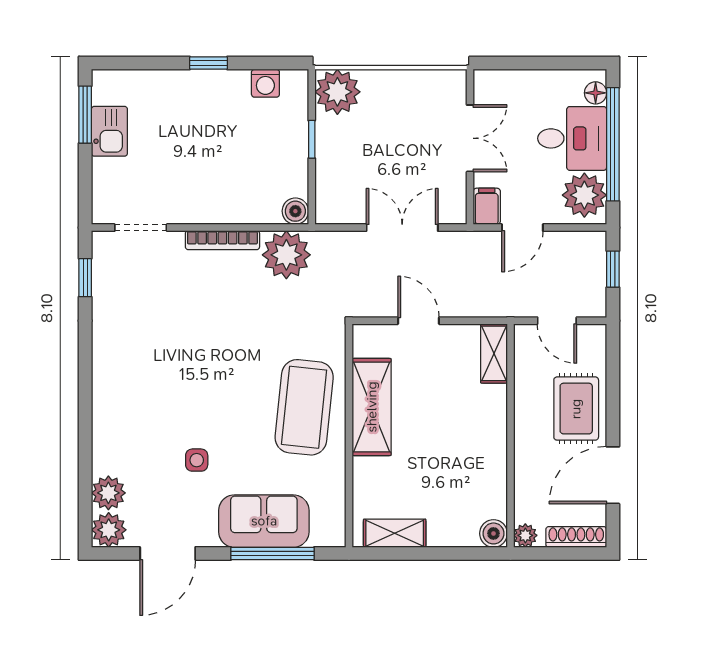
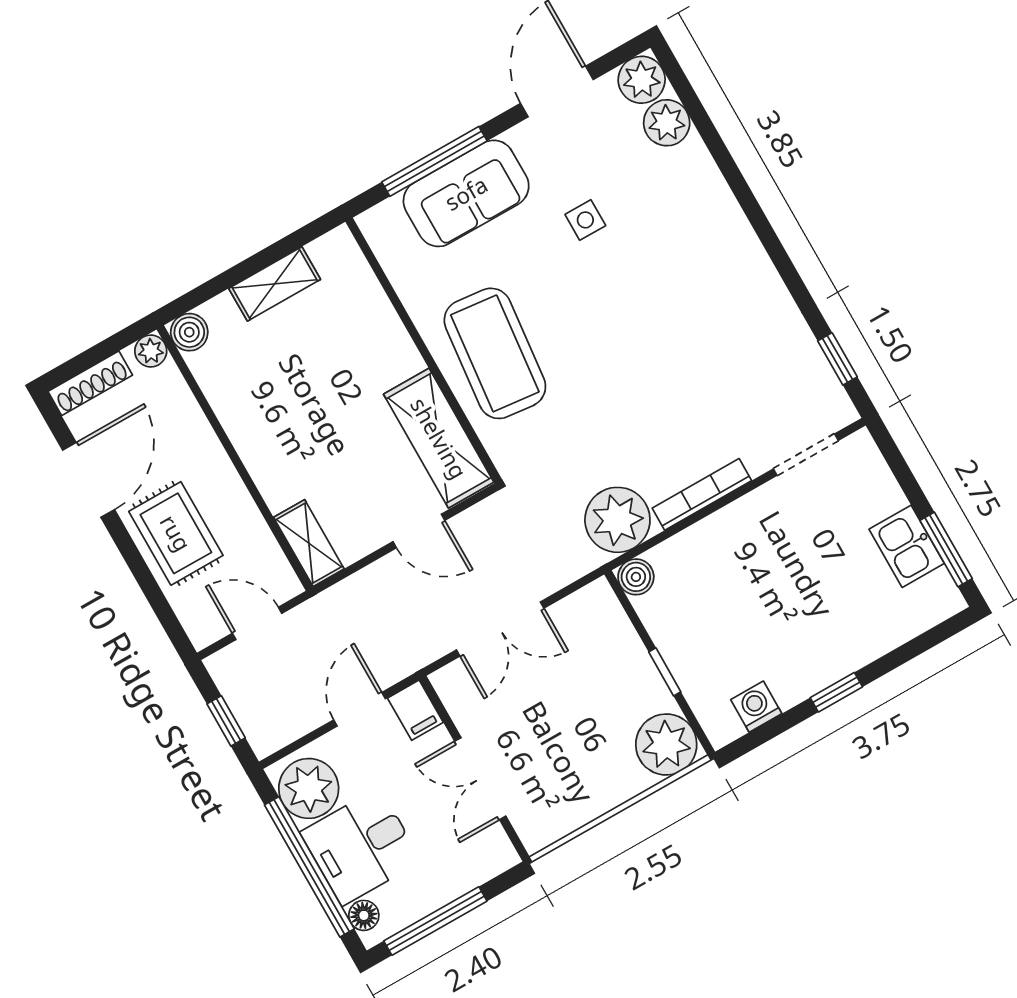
window: (551, 63) -> (435, 921), added
shelving: (372, 407) -> (439, 438), moved
shelving: (395, 533) -> (275, 284), moved

